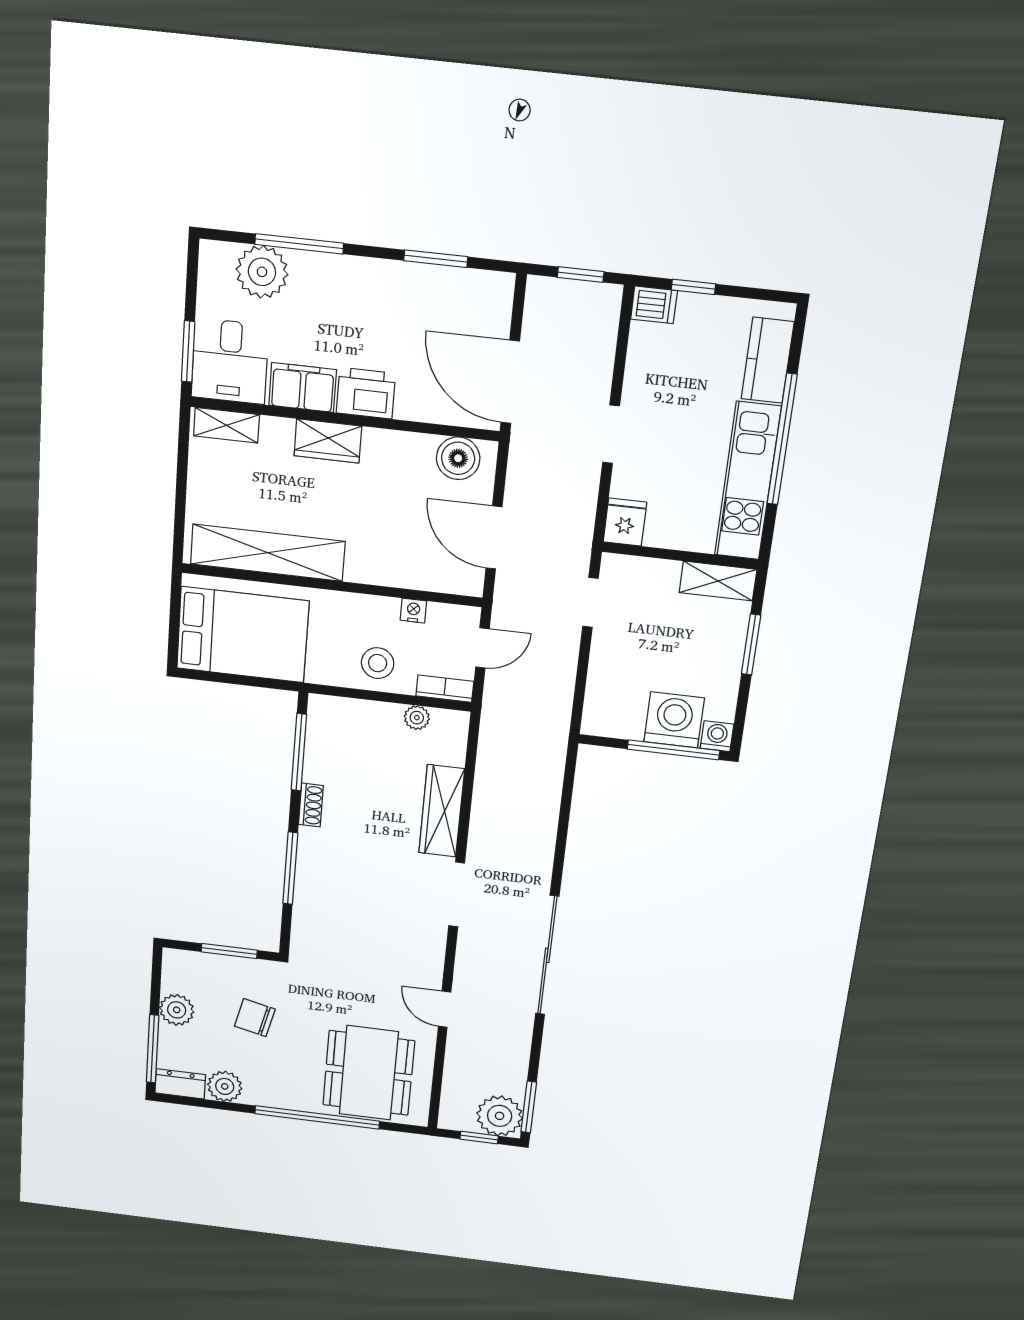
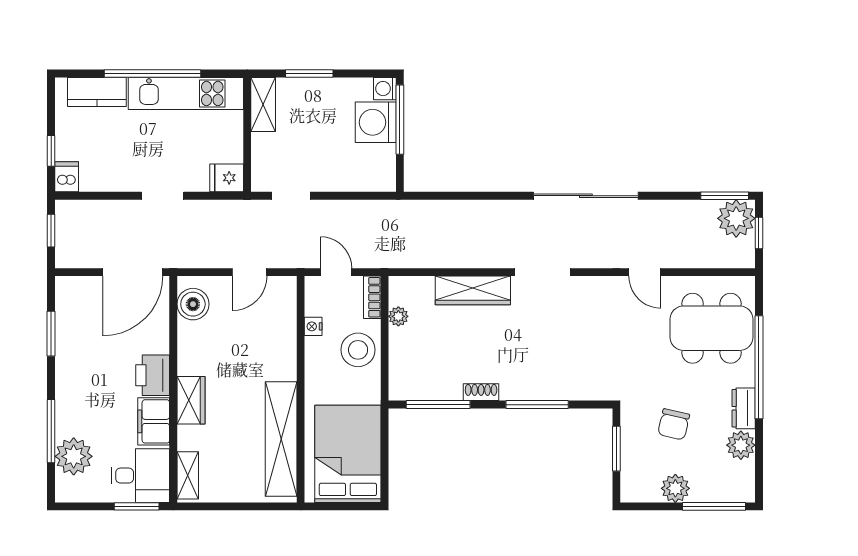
door: (494, 537) -> (249, 272), width x0.73
stool: (378, 663) -> (358, 350), width x1.38, depth x1.38
door: (445, 1009) -> (645, 272), hinge flipped
dresser: (180, 1084) -> (744, 408), moved

